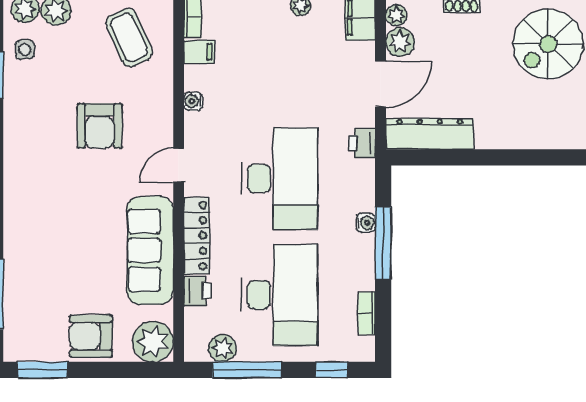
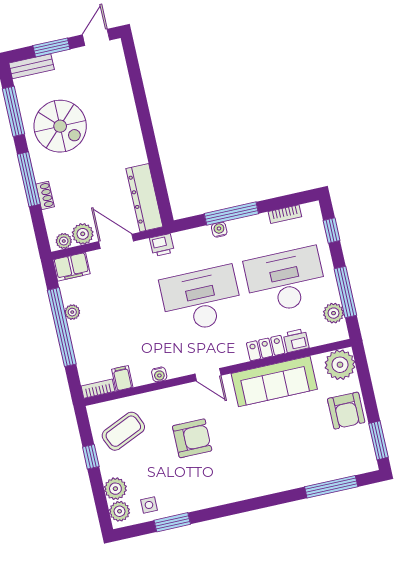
locker: (197, 236) -> (266, 348), width x0.66

